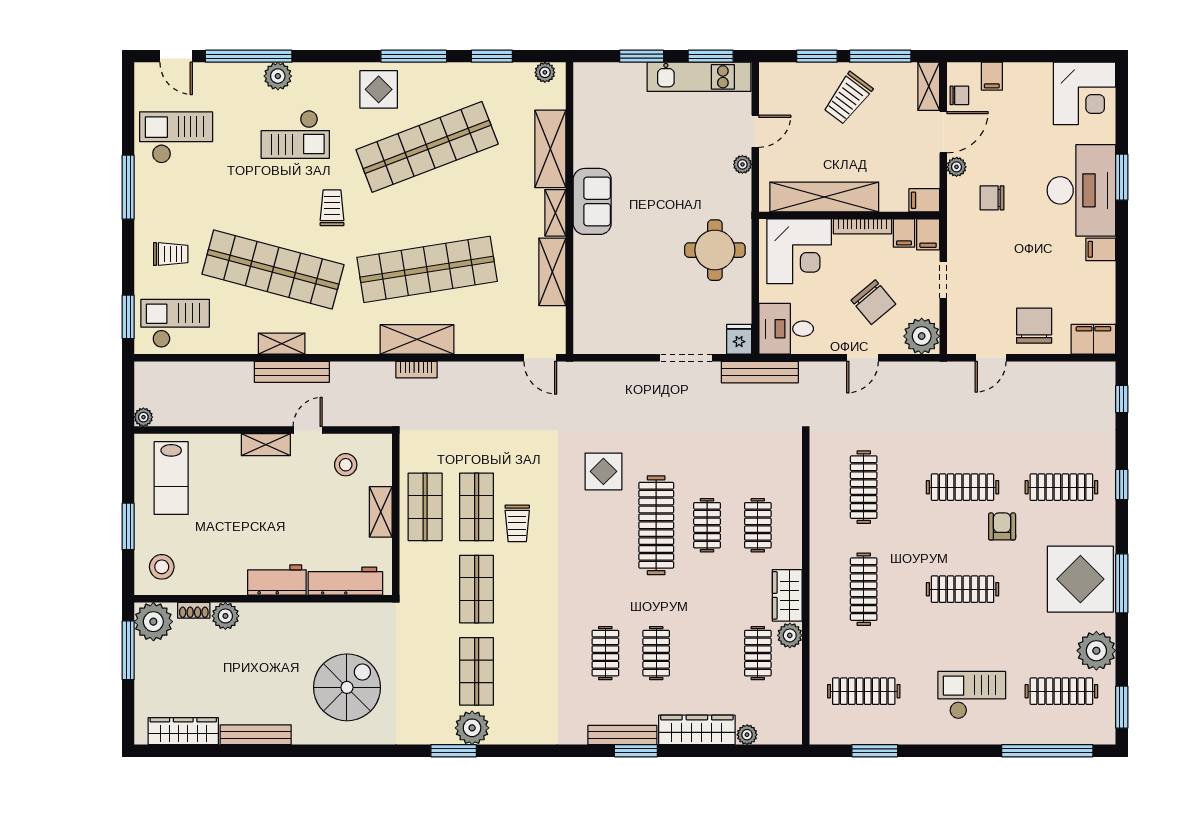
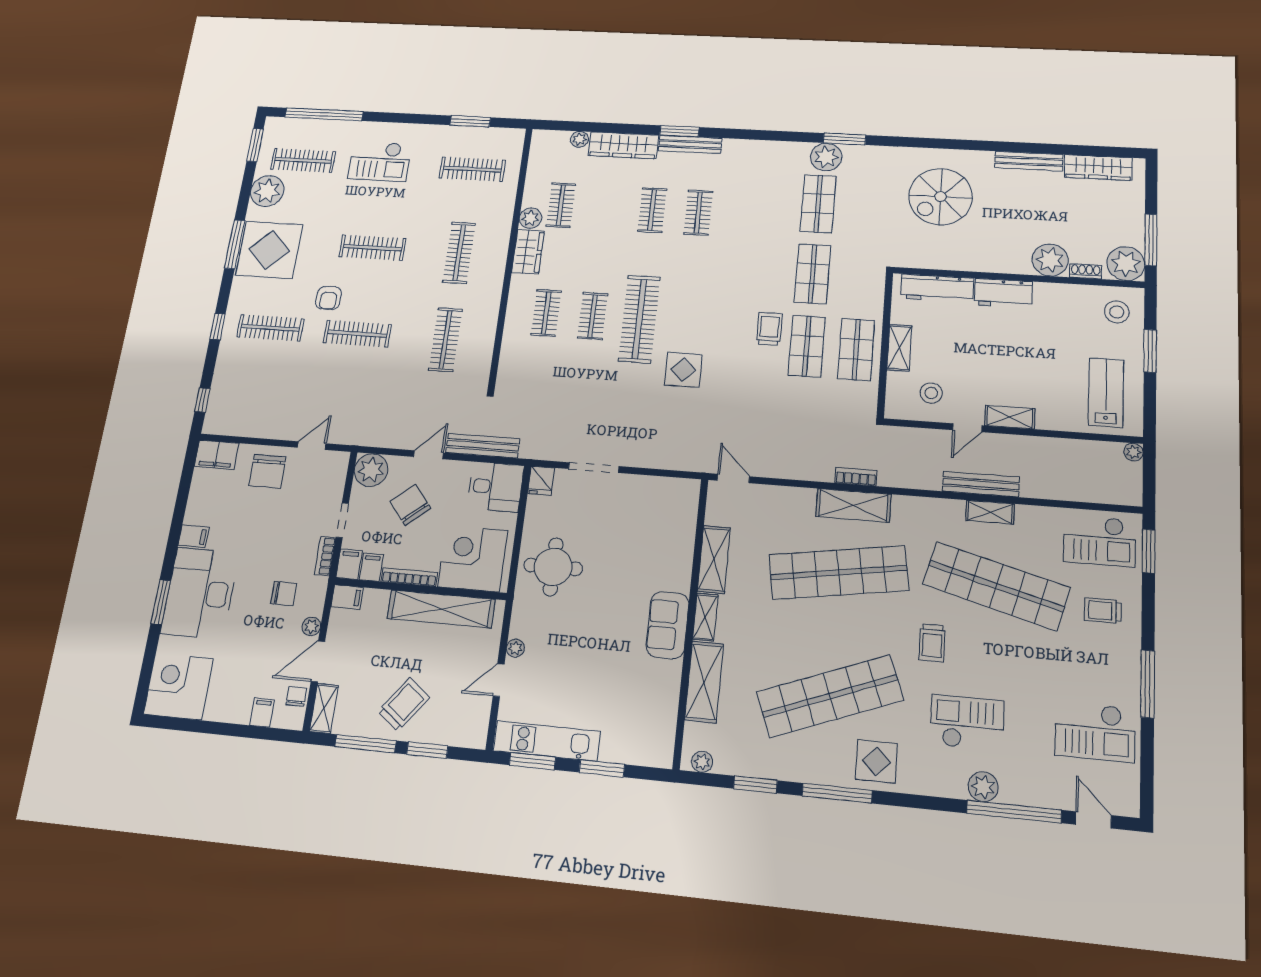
chair: (959, 95) -> (296, 696), turned 90
bookcase: (955, 241) -> (325, 556), added
bench: (760, 372) -> (483, 446), moved
plant: (225, 616) -> (1050, 260), width x1.36, depth x1.36

